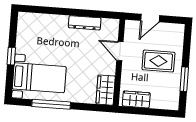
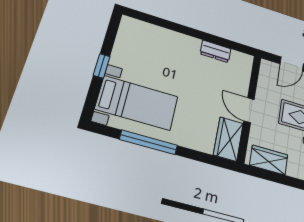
dresser: (85, 23) -> (216, 51), width x0.70
door: (120, 51) -> (249, 110), moved

